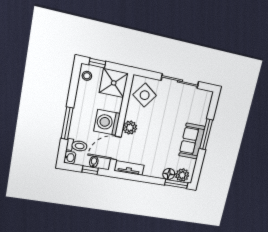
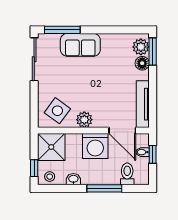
sliding door: (180, 81) -> (34, 59), moved
plant: (130, 128) -> (84, 120), moved
window: (206, 134) -> (62, 30), moved
sofa: (192, 141) -> (80, 45), moved
washbasin: (70, 158) -> (73, 179), moved
tv unit: (129, 168) -> (143, 104), width x1.41

